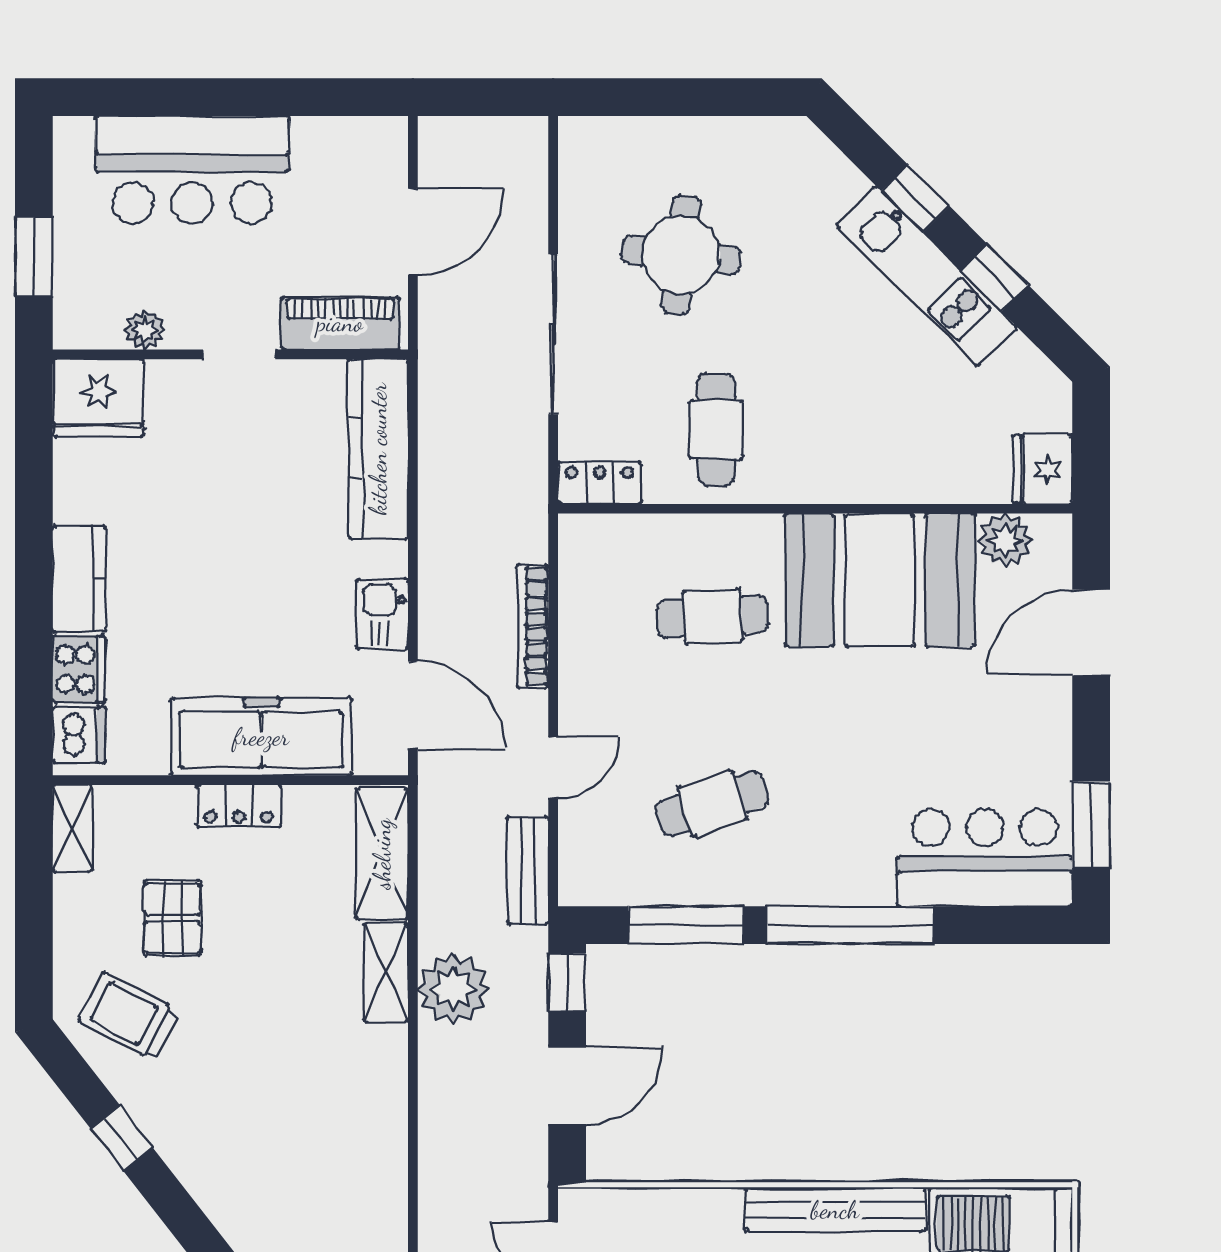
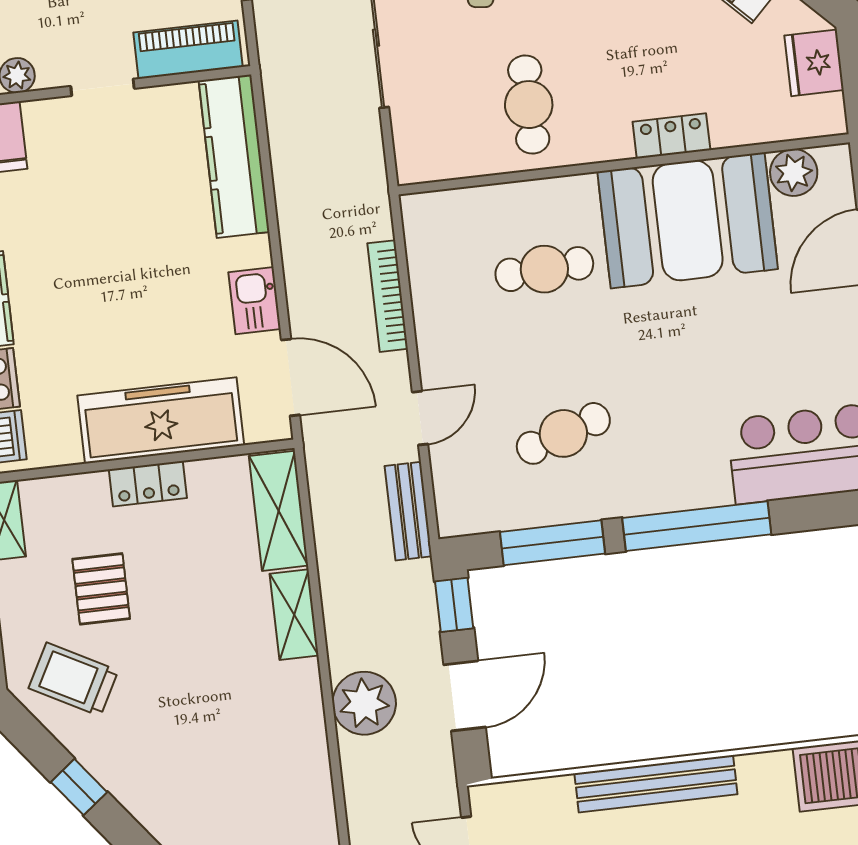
fridge: (1043, 469) -> (814, 63), moved
locker: (600, 483) -> (671, 136), moved
plant: (453, 989) -> (364, 703), moved
bench: (835, 1210) -> (656, 784), moved

